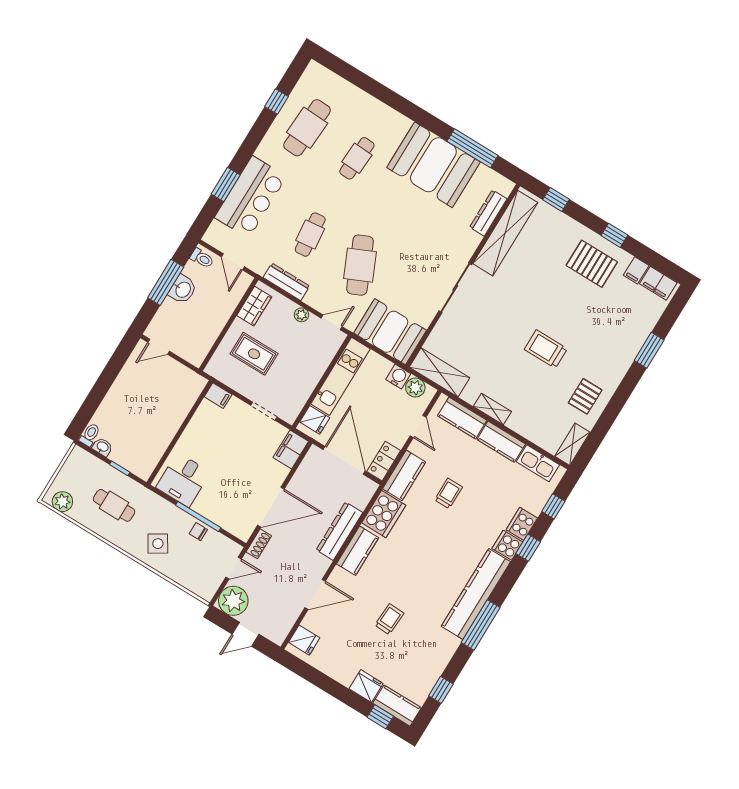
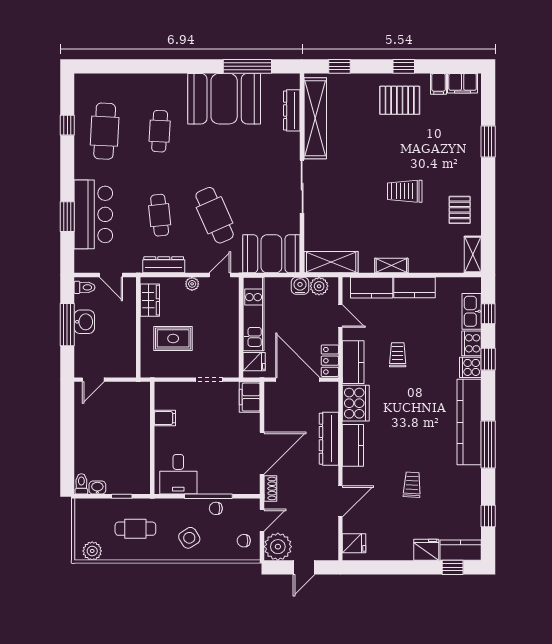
filing cabinet: (218, 396) -> (165, 418), moved
kitchen sink: (538, 463) -> (472, 311), moved, turned 90
chair: (206, 576) -> (244, 541), added

